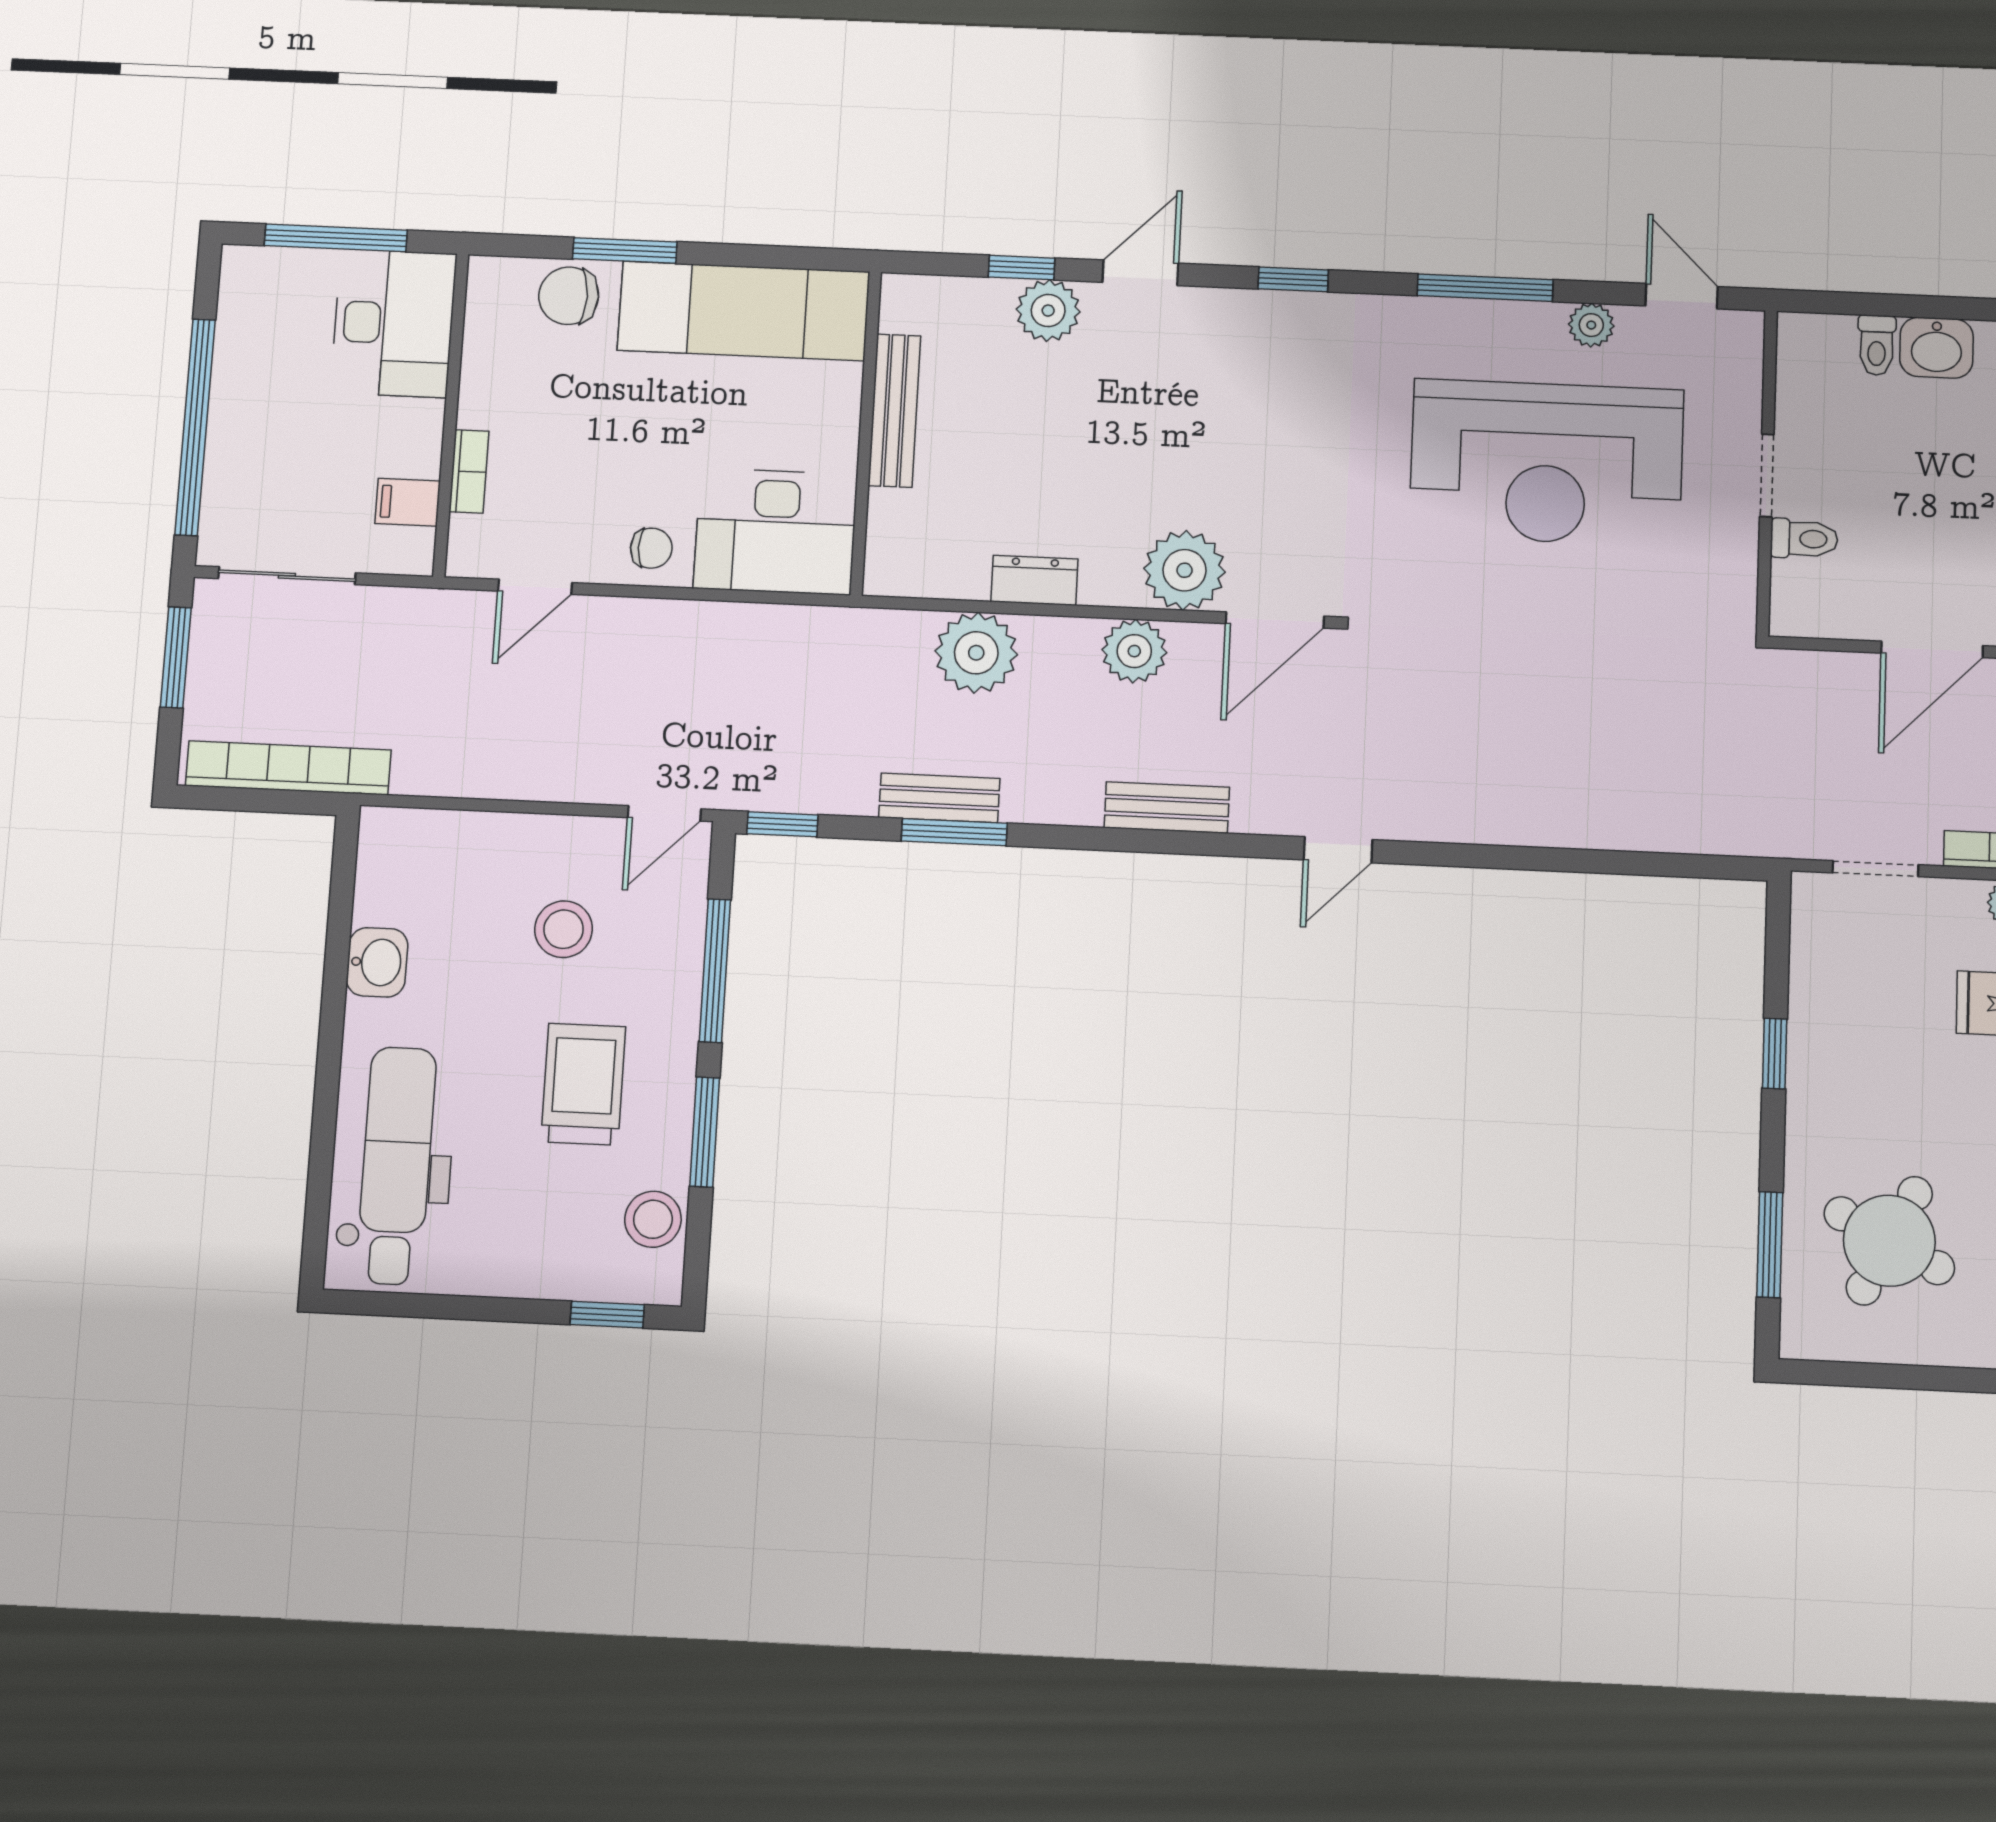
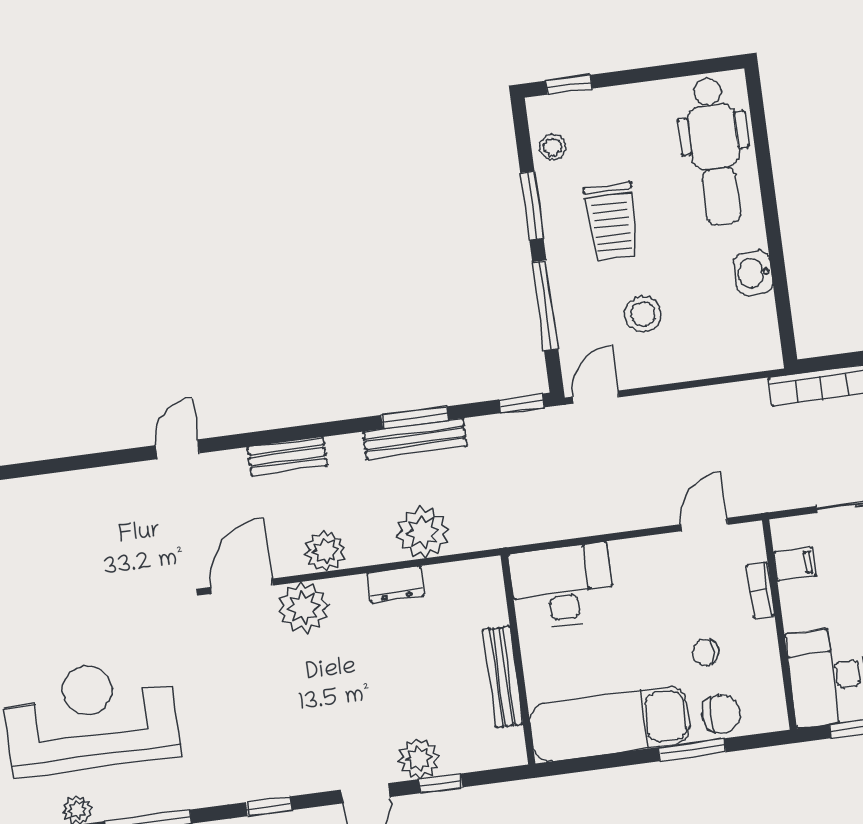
chair: (651, 548) -> (705, 653), moved
bench: (939, 798) -> (415, 439), width x1.36
stool: (653, 1219) -> (553, 147), width x0.73, depth x0.73

